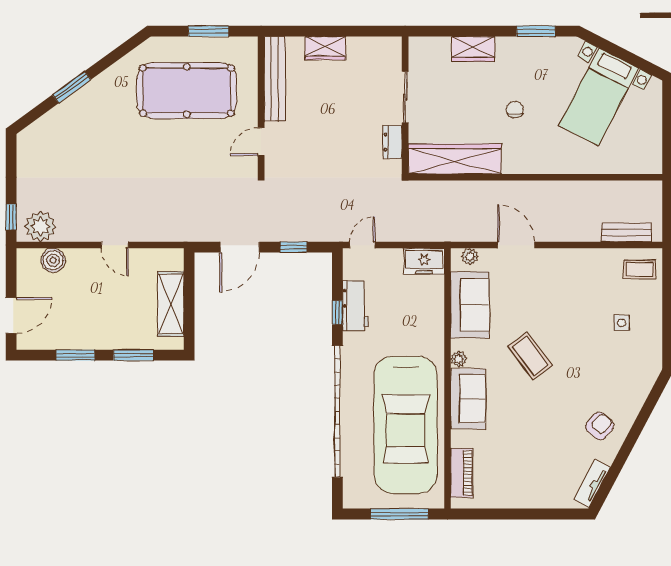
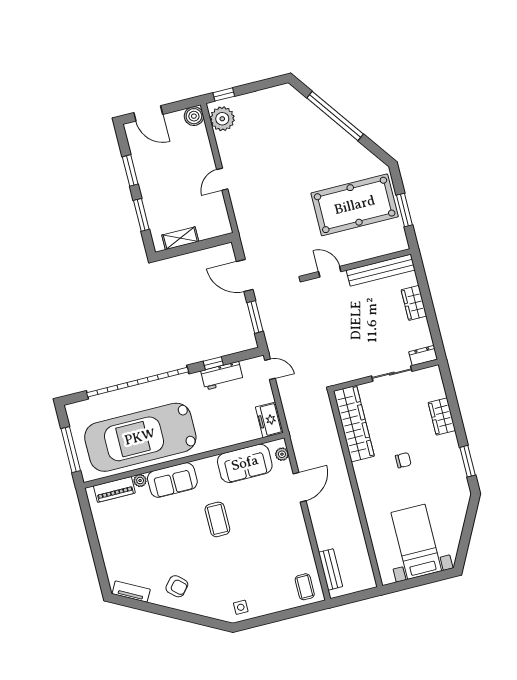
window: (72, 87) -> (335, 116), width x2.11
pool table: (187, 91) -> (355, 205), turned 90
bed with nightstands: (599, 97) -> (416, 542), moved, turned 63
dresser: (393, 142) -> (423, 356), moved
window: (294, 247) -> (255, 317), width x1.50
boiler: (53, 260) -> (194, 116), moved
shelving: (171, 304) -> (180, 238), width x0.67, depth x0.75
side table: (622, 323) -> (241, 607), moved
coffee table: (530, 356) -> (217, 519), turned -53
plant: (459, 359) -> (140, 481), moved

